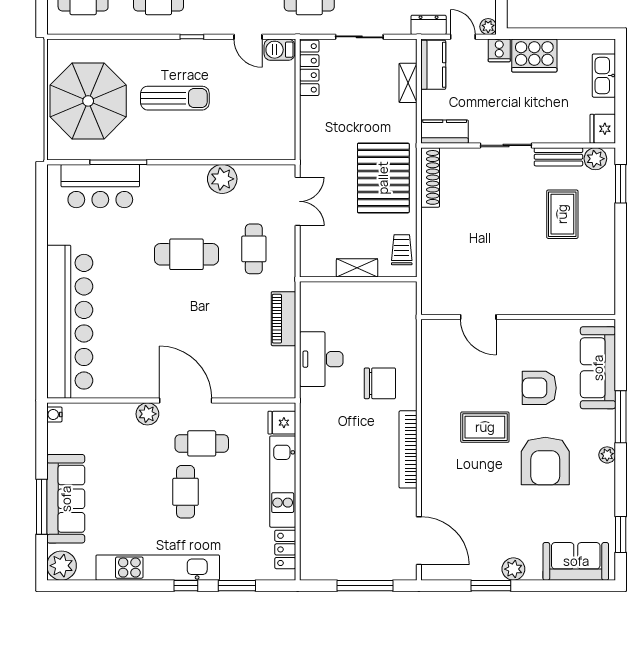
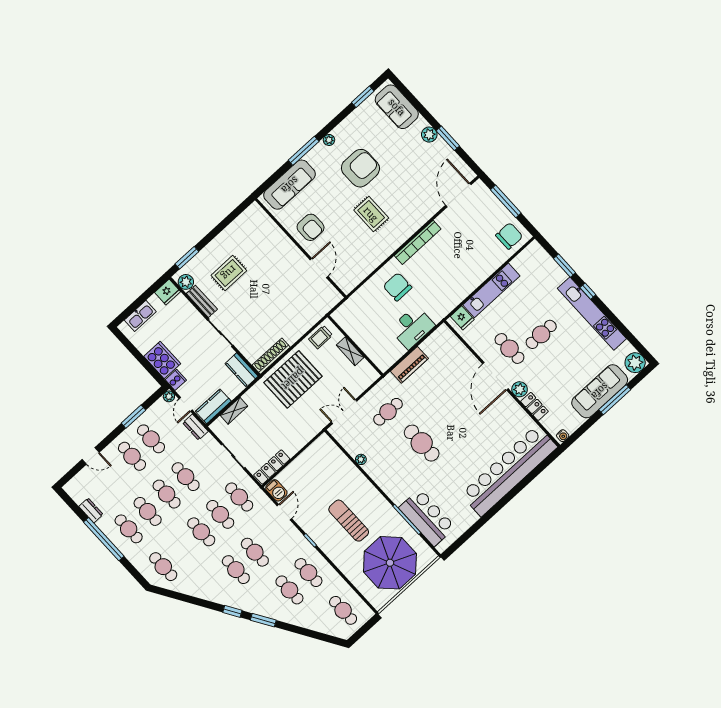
plant: (222, 179) -> (361, 459), width x0.53, depth x0.53
armchair: (539, 388) -> (311, 227), moved
locker: (285, 549) -> (534, 406), moved, turned -90
chair: (324, 555) -> (509, 236), added

